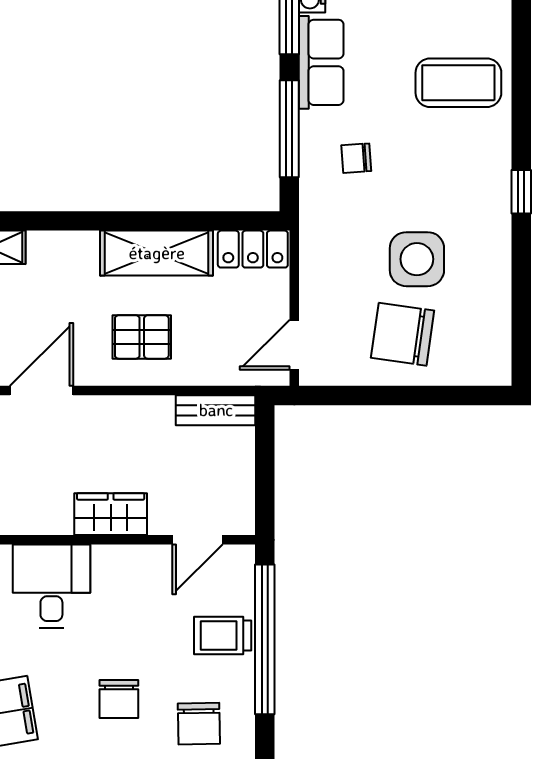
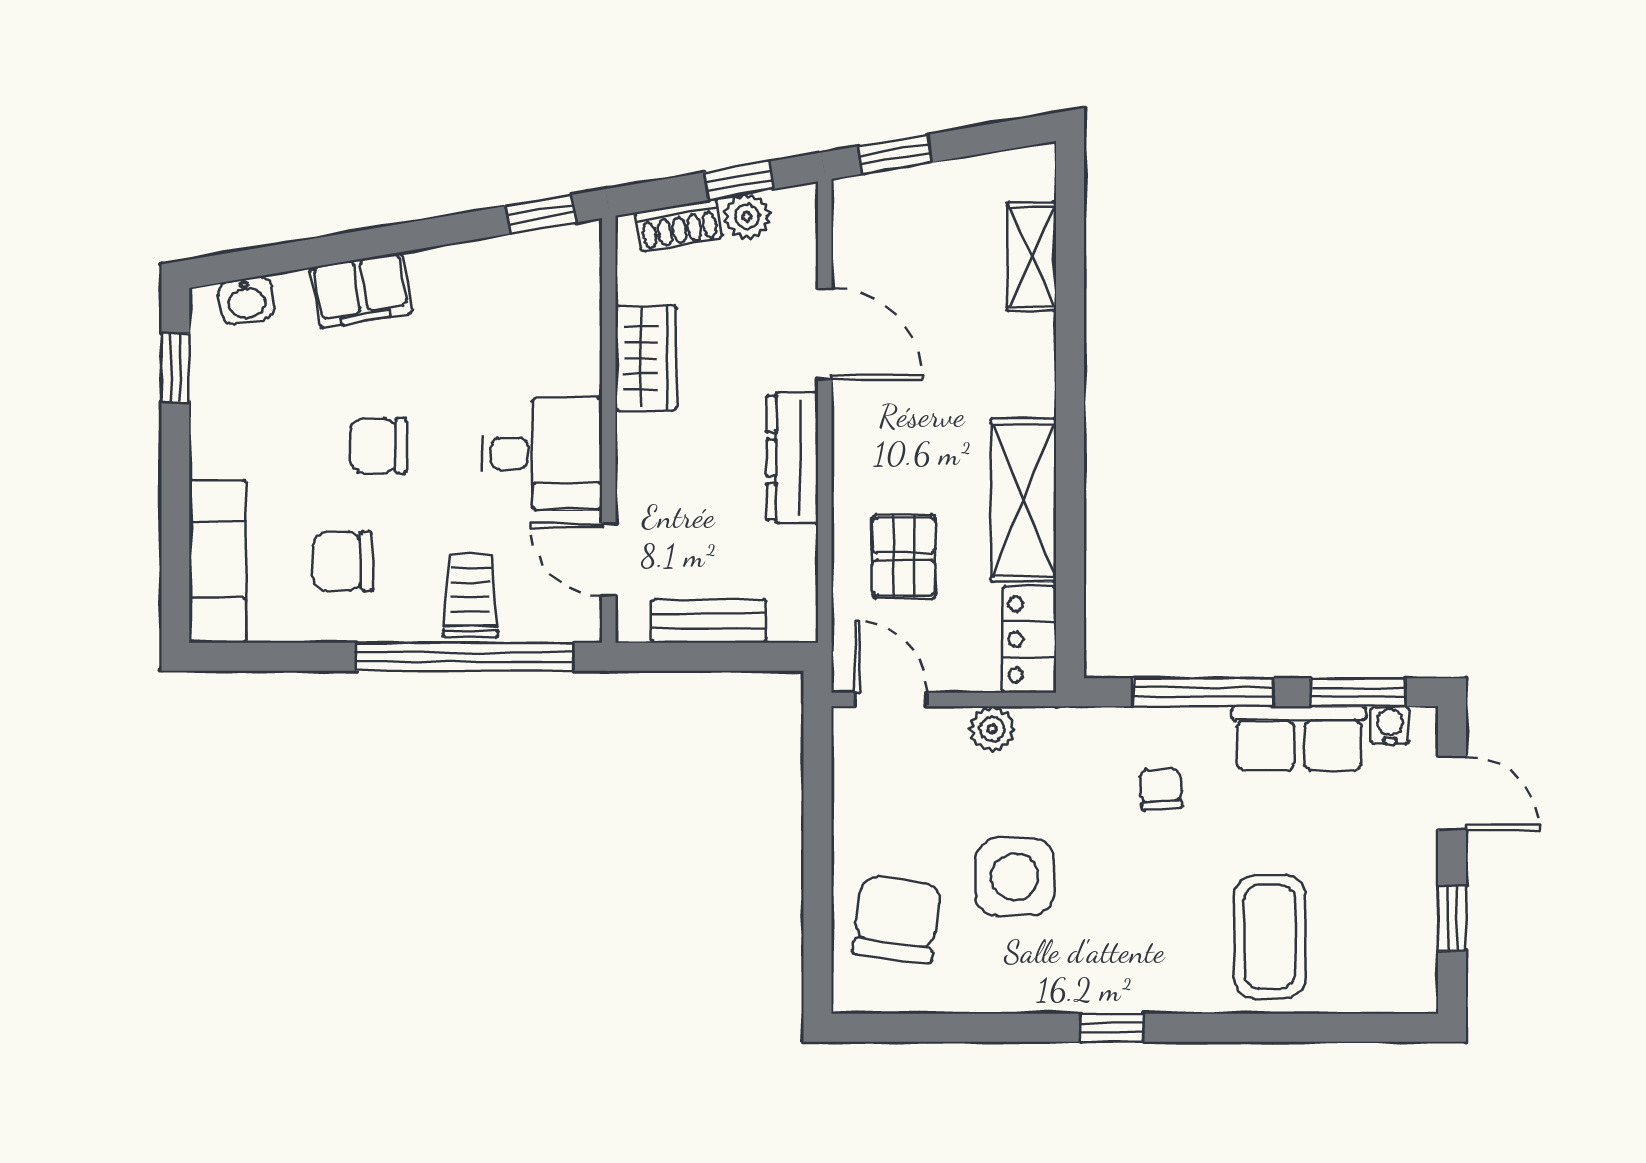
plant: (315, 275) -> (992, 729), added
chair: (403, 334) -> (897, 919), moved
pallet: (142, 337) -> (904, 557), moved
bench: (216, 410) -> (709, 621), moved, turned 90
dresser: (127, 413) -> (792, 458), added
wardrobe: (111, 514) -> (646, 358), moved
desk: (51, 586) -> (542, 454), moved

